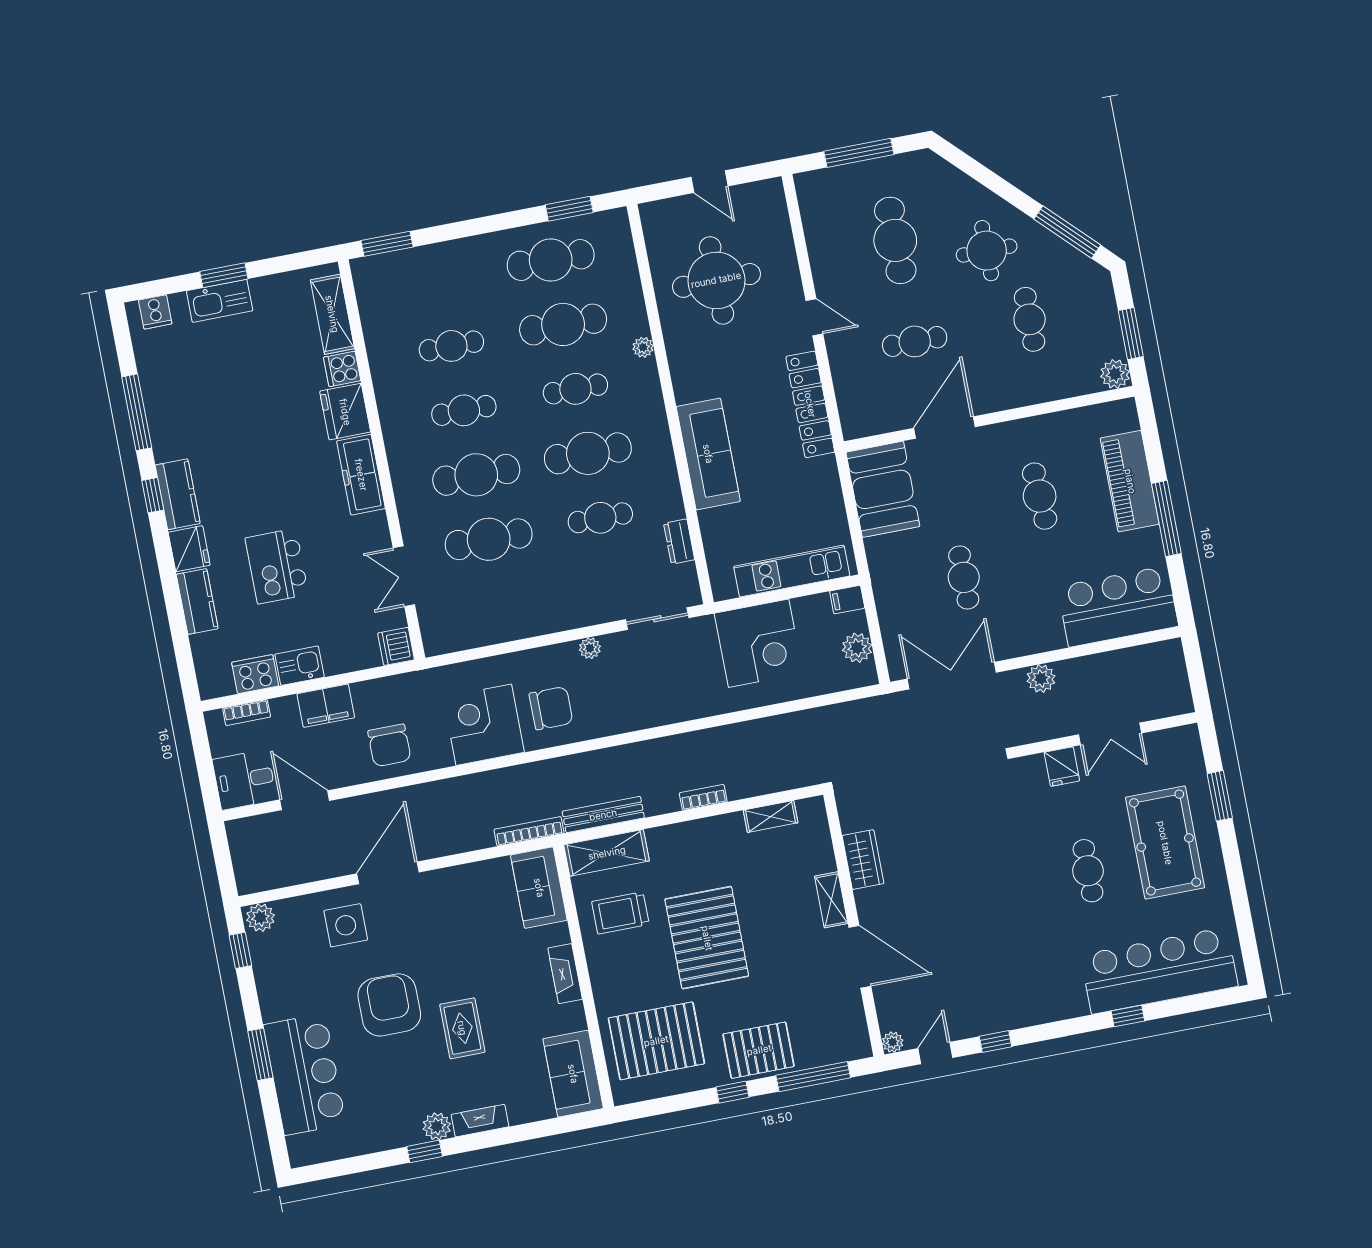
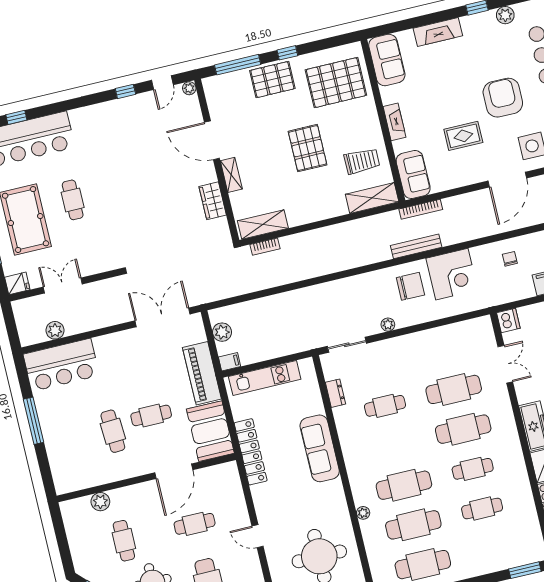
window: (1131, 334) -> (61, 535), removed
plant: (1115, 374) -> (100, 502), moved
cafe table: (575, 389) -> (404, 485), width x1.37, depth x1.35
locker: (810, 404) -> (251, 452), moved
cafe table: (588, 453) -> (394, 446), removed
piano: (1130, 481) -> (202, 373), moved, turned 180
cafe table: (964, 577) -> (151, 415), moved, turned 90
corner desk: (759, 643) -> (283, 332), removed
double door: (952, 676) -> (163, 317), swing flipped
plant: (1041, 679) -> (55, 330), moved
chair: (551, 708) -> (410, 286), turned 180
chair: (389, 745) -> (510, 259), width x0.54, depth x0.54
fridge: (1062, 767) -> (17, 283), moved, turned 90
bookcase: (703, 797) -> (265, 247), moved
bench: (603, 815) -> (416, 246), moved
shelving: (771, 816) -> (263, 225), width x1.50, depth x1.33
pallet: (707, 938) -> (308, 148), width x0.73, depth x0.71
armchair: (389, 1005) -> (503, 98), turned 180
window: (1128, 1016) -> (16, 117), moved
rug: (462, 1028) -> (463, 136), moved, turned 90
fireplace: (480, 1121) -> (438, 32), width x1.37, depth x1.32
plant: (437, 1126) -> (505, 15), moved

